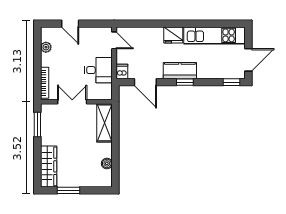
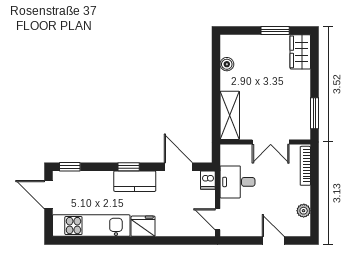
door: (248, 60) -> (48, 195), hinge flipped
wardrobe: (49, 166) -> (300, 52), width x0.67

